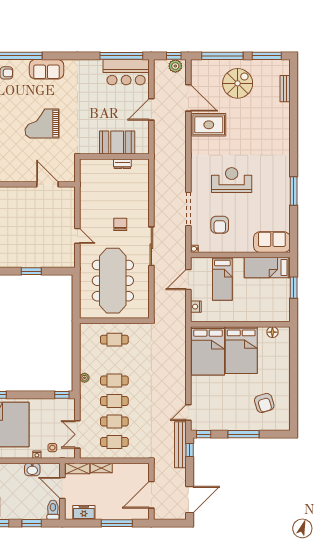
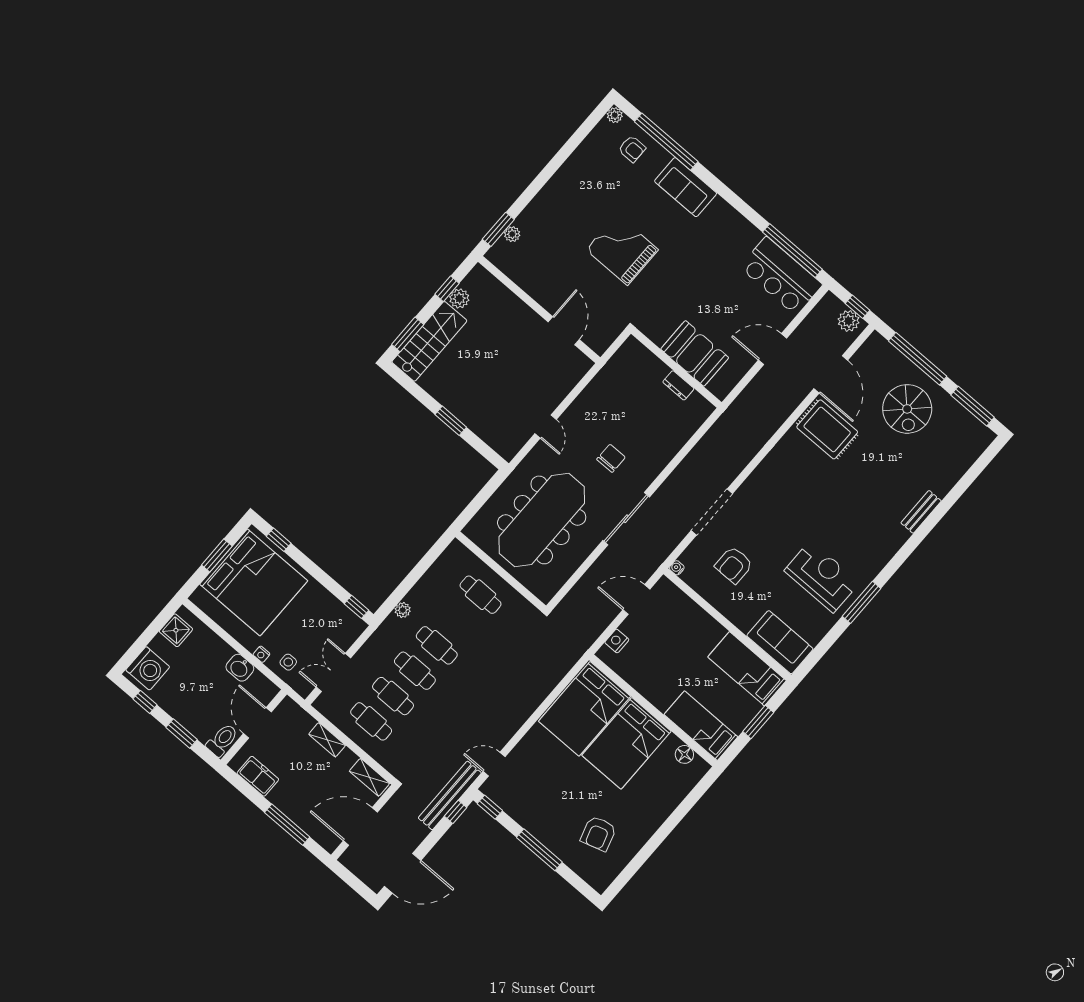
spiral stairs: (238, 83) -> (907, 409), turned 90
bench: (285, 89) -> (921, 512), moved
reception desk: (232, 180) -> (822, 577), moved
bed: (222, 279) -> (701, 726), moved, turned 90
shelving: (78, 468) -> (369, 777), moved

